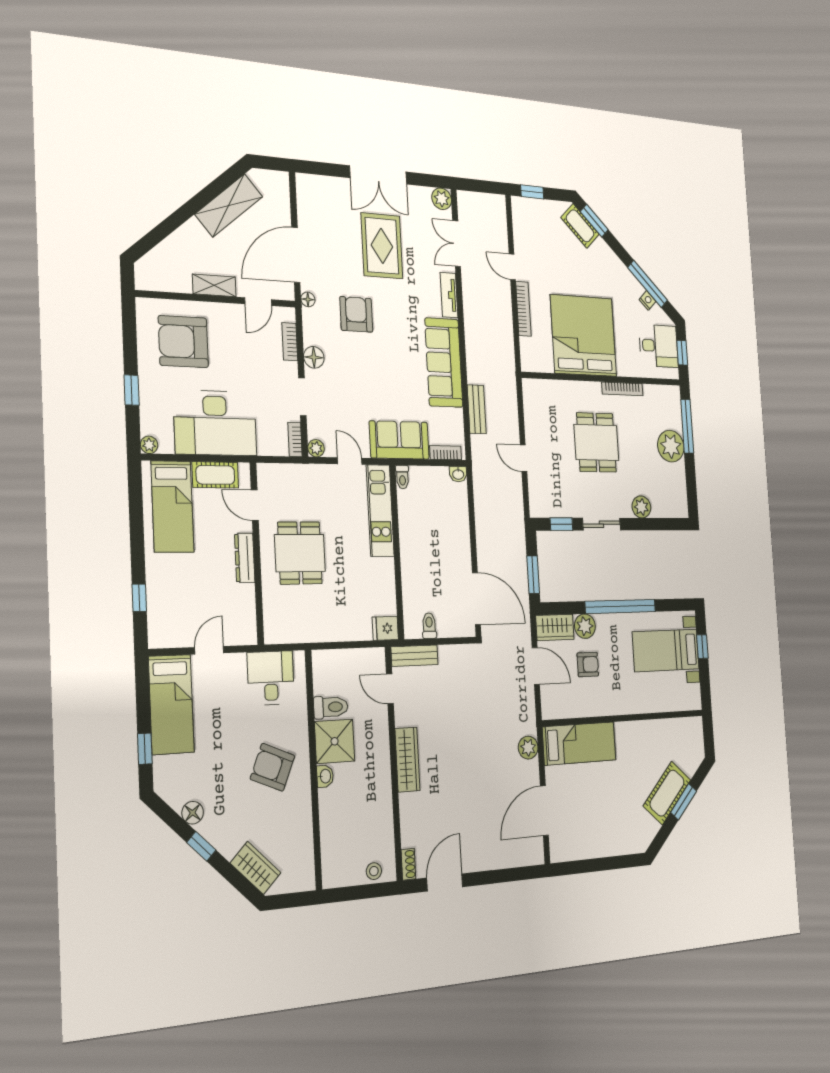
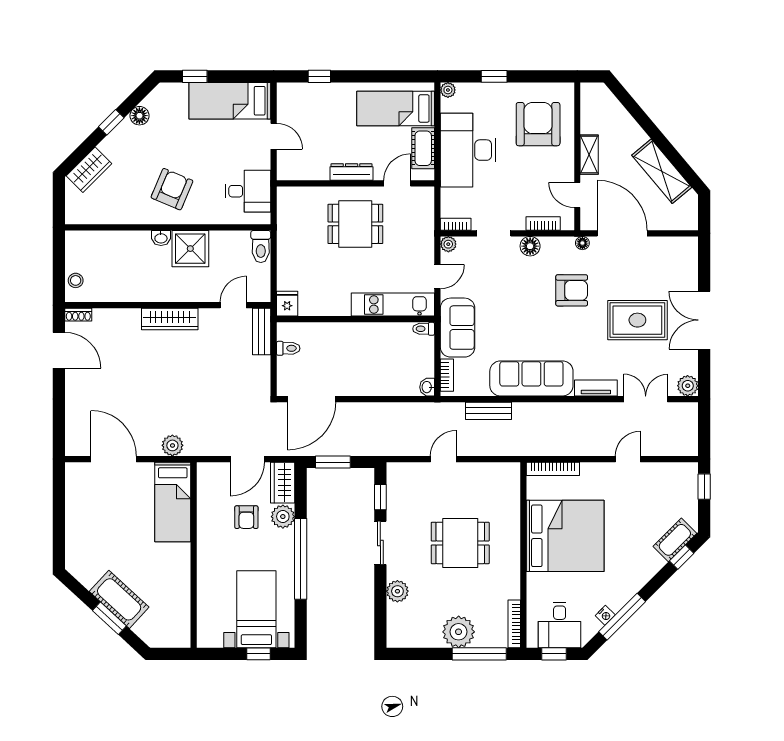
window: (594, 221) -> (682, 557), width x0.67
bookcase: (523, 309) -> (553, 469), moved
bookcase: (622, 389) -> (514, 624), moved
toilet: (331, 707) -> (261, 246), moved

